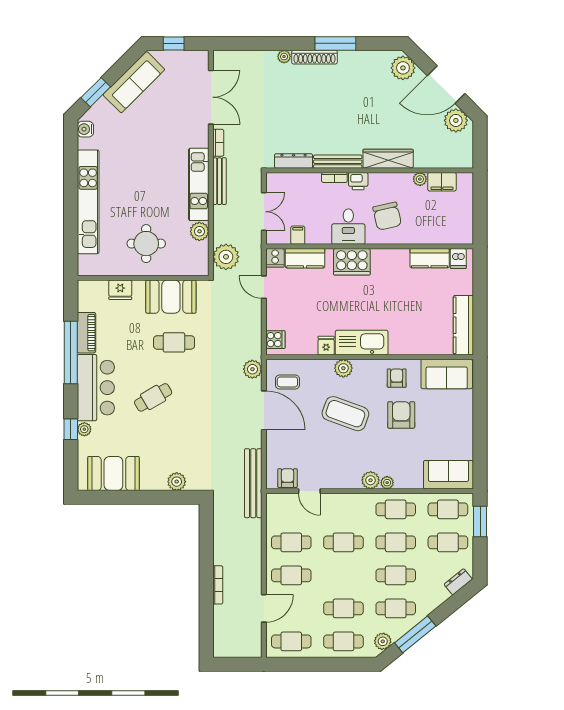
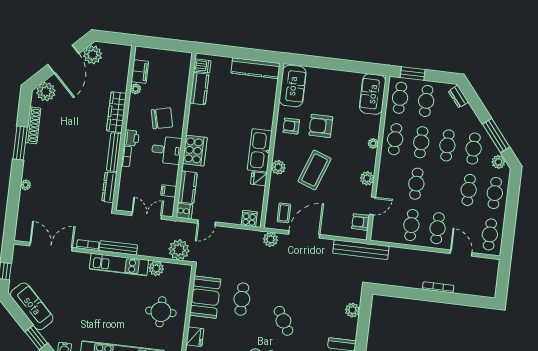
shoe rack: (315, 57) -> (33, 125), moved
plant: (371, 480) -> (367, 178), moved

